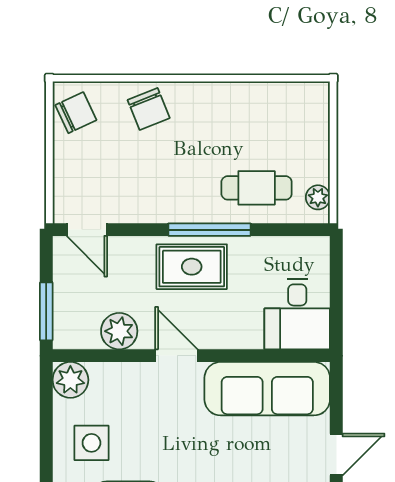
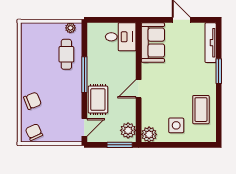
rug: (192, 267) -> (98, 100), moved
plant: (119, 331) -> (128, 130), moved
sofa: (267, 389) -> (153, 43), width x0.73

